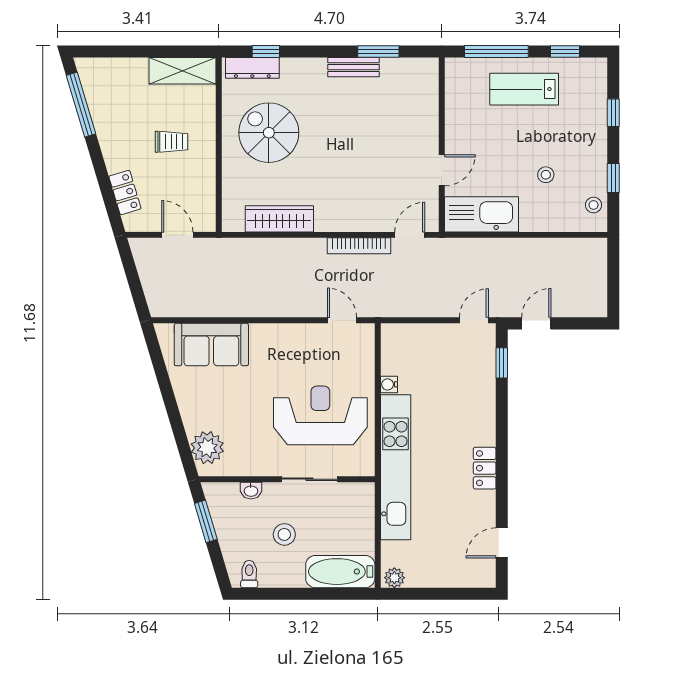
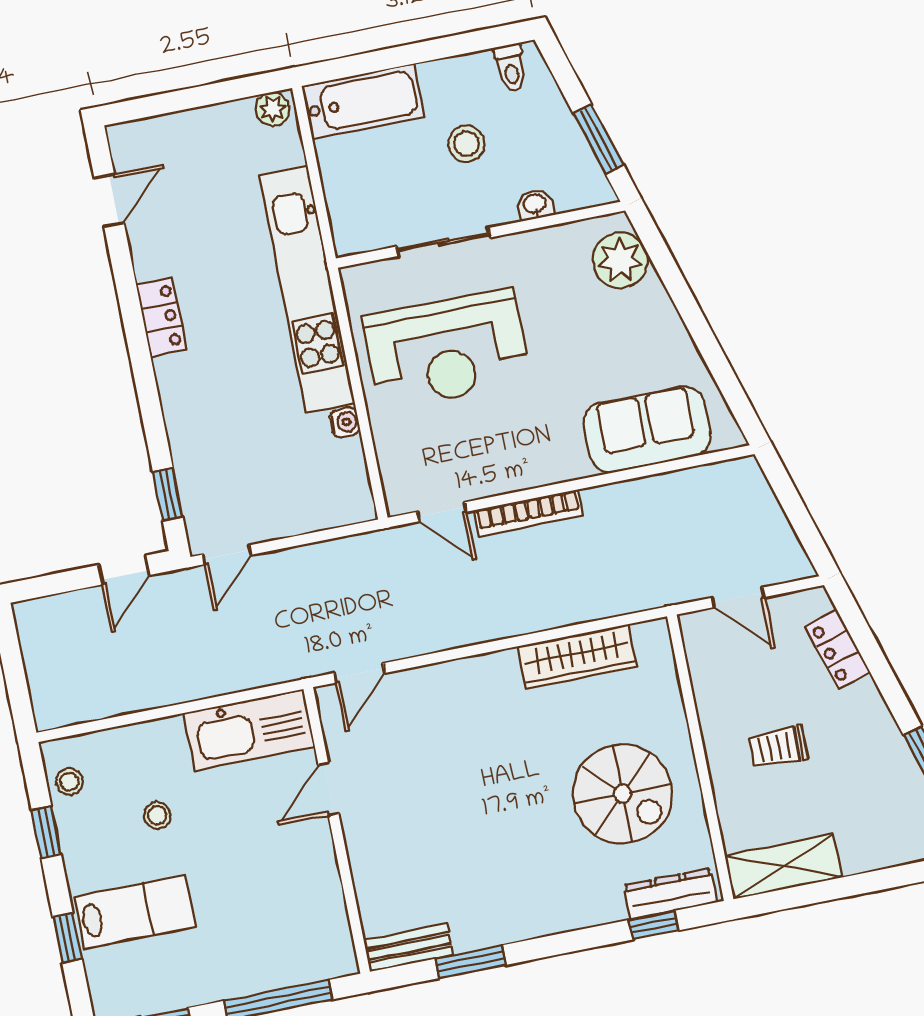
bench: (354, 67) -> (408, 948), moved
lab bench: (524, 89) -> (135, 912), moved
bookcase: (359, 246) -> (528, 513), moved, turned 180

